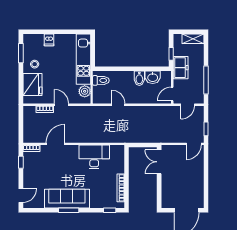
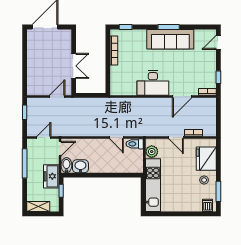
dishwasher: (49, 40) -> (208, 205), moved
bidet: (139, 78) -> (66, 165), moved
toilet: (101, 80) -> (135, 144), moved
door: (194, 144) -> (57, 97), moved
desk: (94, 157) -> (153, 83), moved
double door: (159, 162) -> (74, 66), moved

